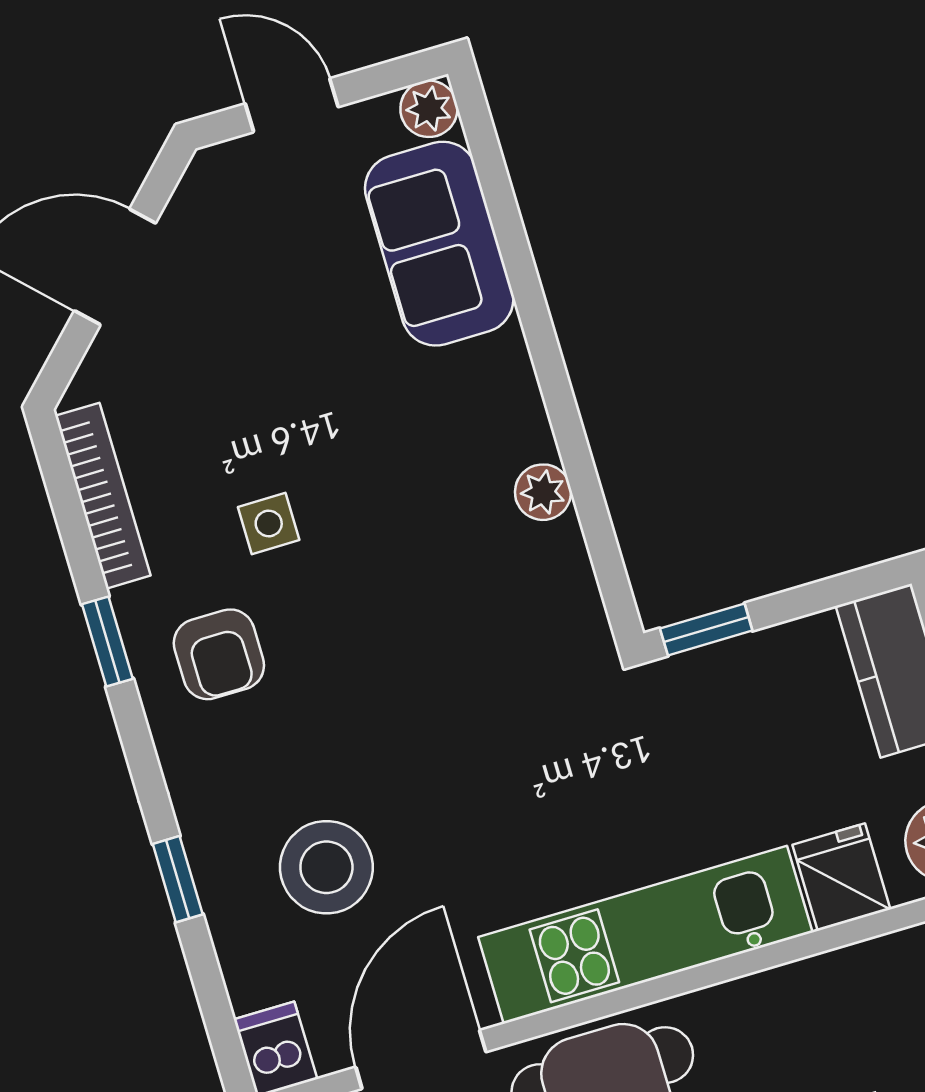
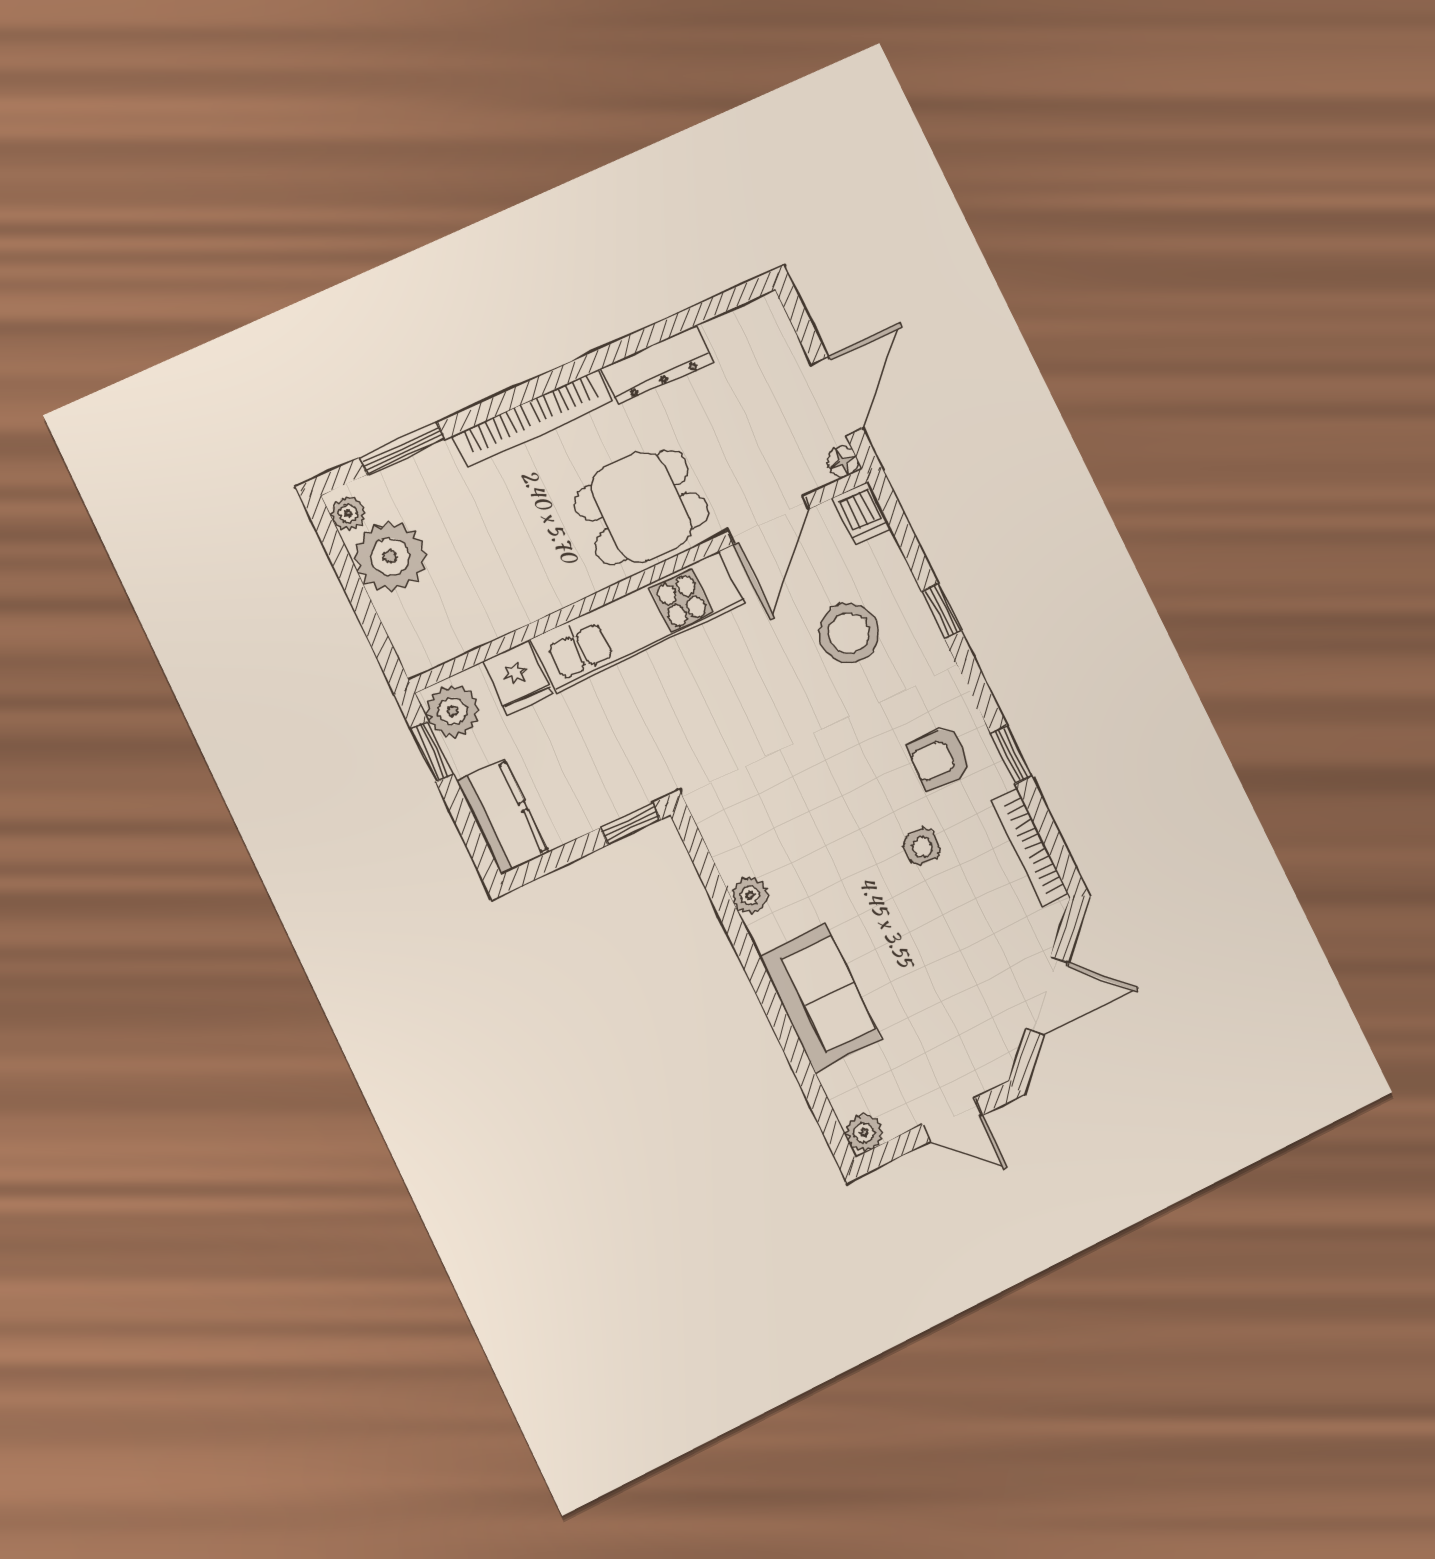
sofa: (439, 244) -> (820, 998), moved
armchair: (219, 654) -> (939, 758), turned -88

